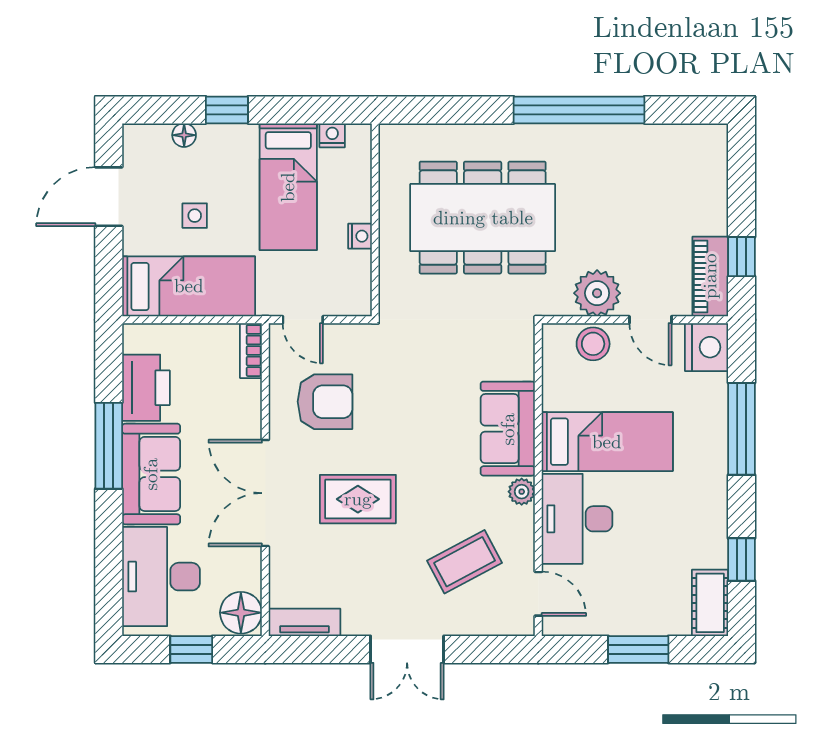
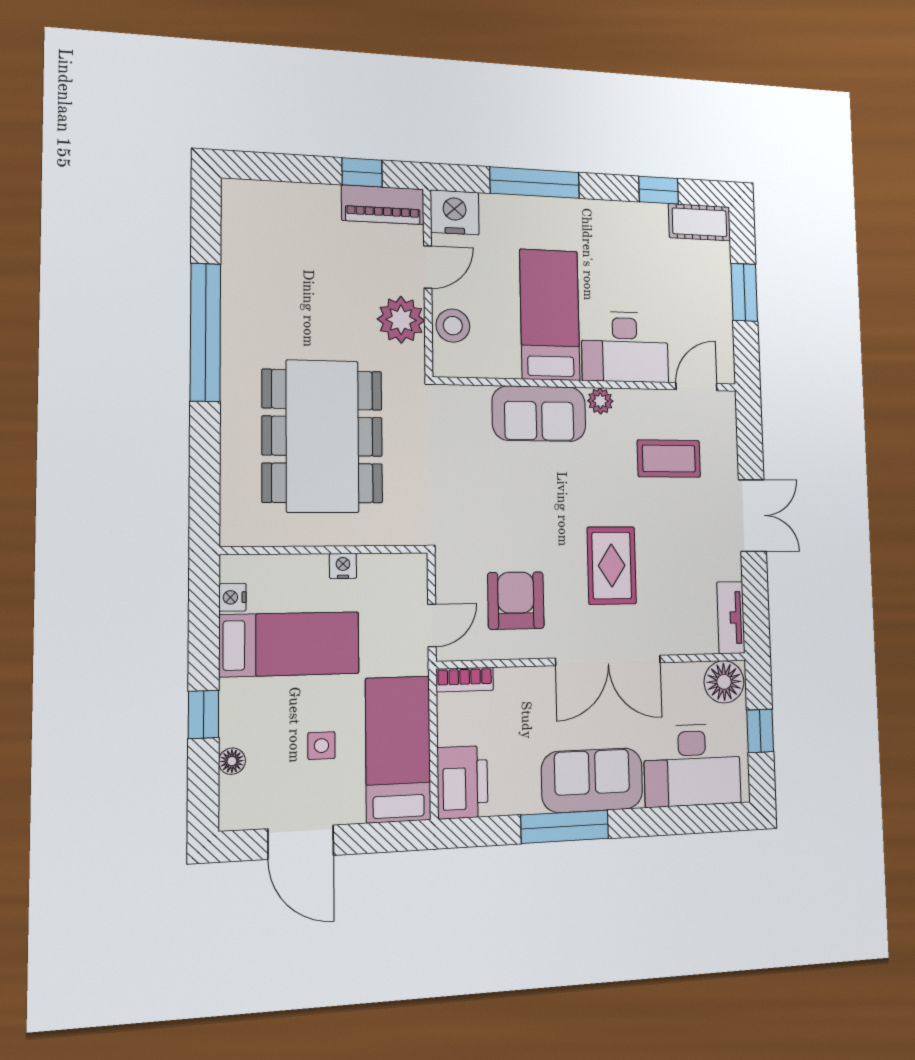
printer: (146, 388) -> (462, 782), moved, turned 90
coffee table: (465, 562) -> (669, 459), turned -62

